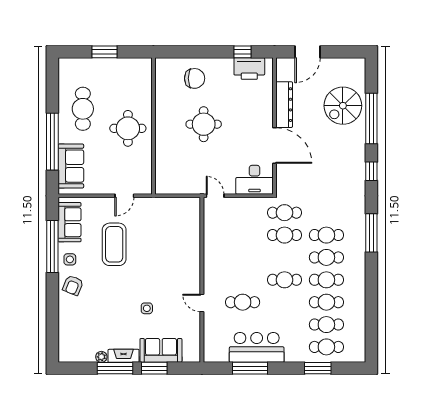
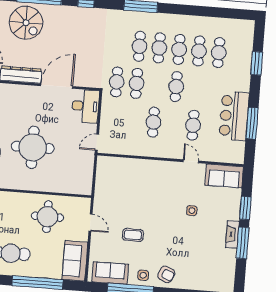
round table: (204, 124) -> (33, 147), width x1.36, depth x1.36
round table: (128, 128) -> (47, 217), moved
sofa: (71, 166) -> (75, 261), moved, turned -90
coffee table: (114, 244) -> (133, 235), width x0.54, depth x0.58
door: (202, 303) -> (191, 161), swing flipped
cafe table: (326, 347) -> (153, 122), moved
sofa: (161, 350) -> (224, 176), moved, turned -90
plant: (101, 357) -> (232, 254), removed

